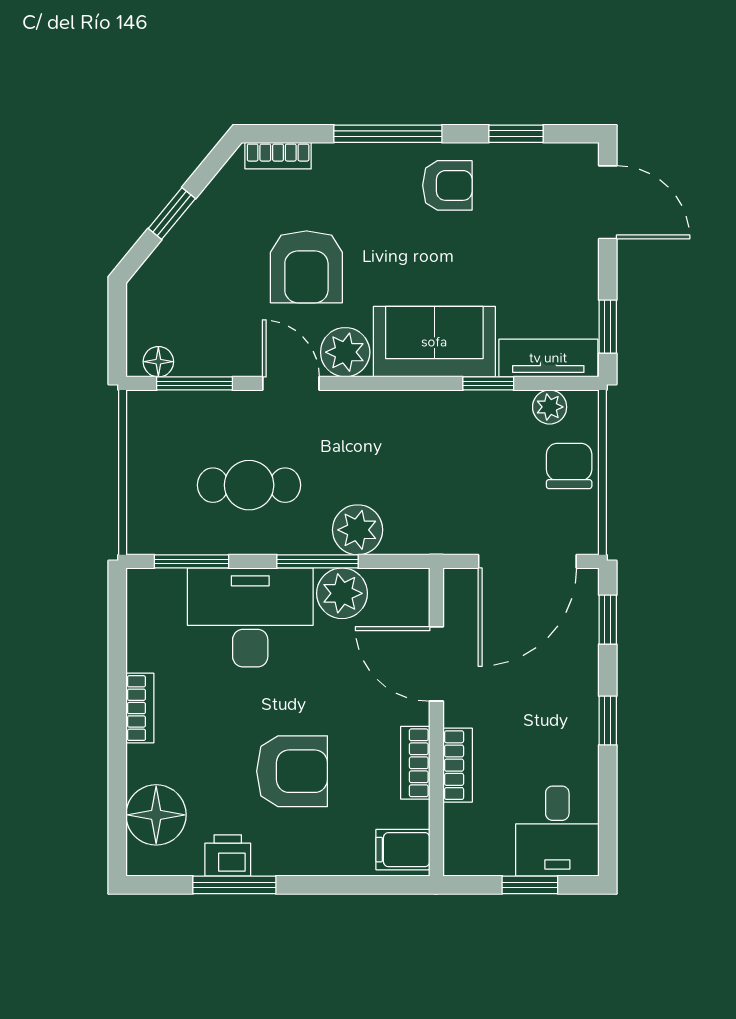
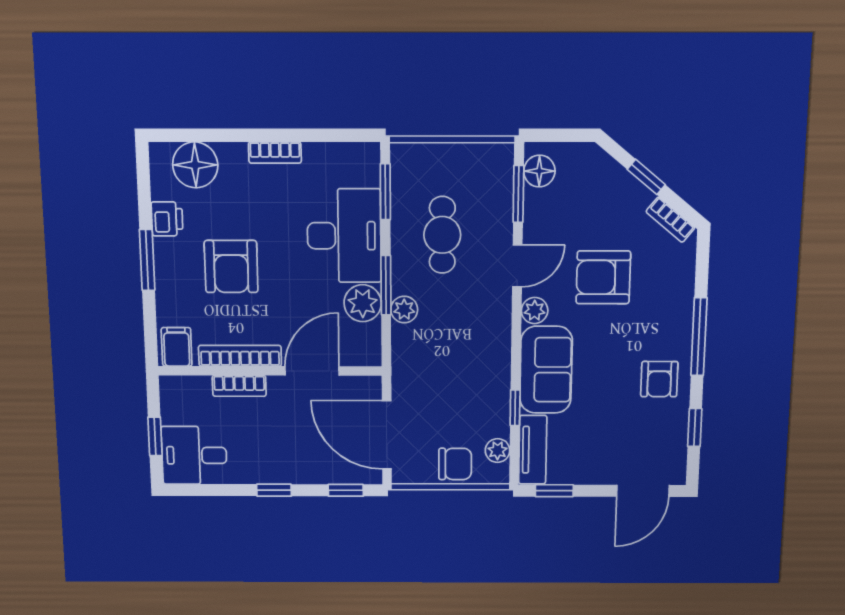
bookcase: (278, 156) -> (670, 220), moved, turned -51
plant: (345, 352) -> (535, 311), width x0.73, depth x0.73
floor lamp: (158, 362) -> (539, 171), width x1.37, depth x1.37
plant: (358, 530) -> (404, 310), width x0.73, depth x0.73
bookcase: (415, 763) -> (240, 356), width x1.56
window: (234, 885) -> (147, 260), moved

